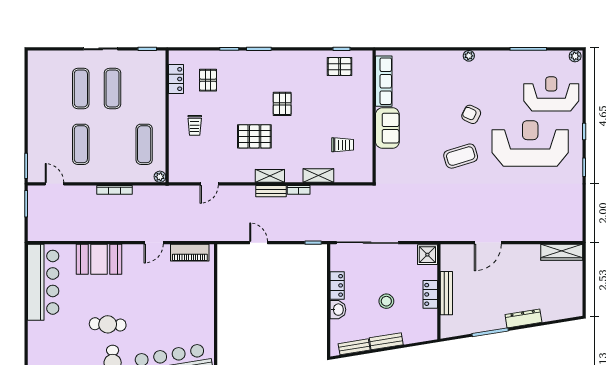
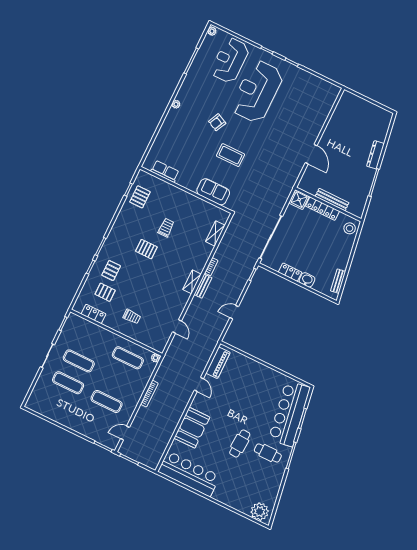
row of seats: (384, 81) -> (165, 171), width x0.68
sofa: (387, 128) -> (213, 192), moved
pallet: (254, 136) -> (111, 271), moved, width x0.67, depth x0.71
trolley: (343, 145) -> (166, 228), moved
coffee table: (461, 156) -> (231, 155), moved, turned -73
shelving: (318, 176) -> (215, 233), moved
wardrobe: (562, 252) -> (343, 106), removed
locker: (430, 294) -> (322, 209), width x1.53
stool: (386, 301) -> (350, 228), moved
bench: (386, 341) -> (345, 257), removed

